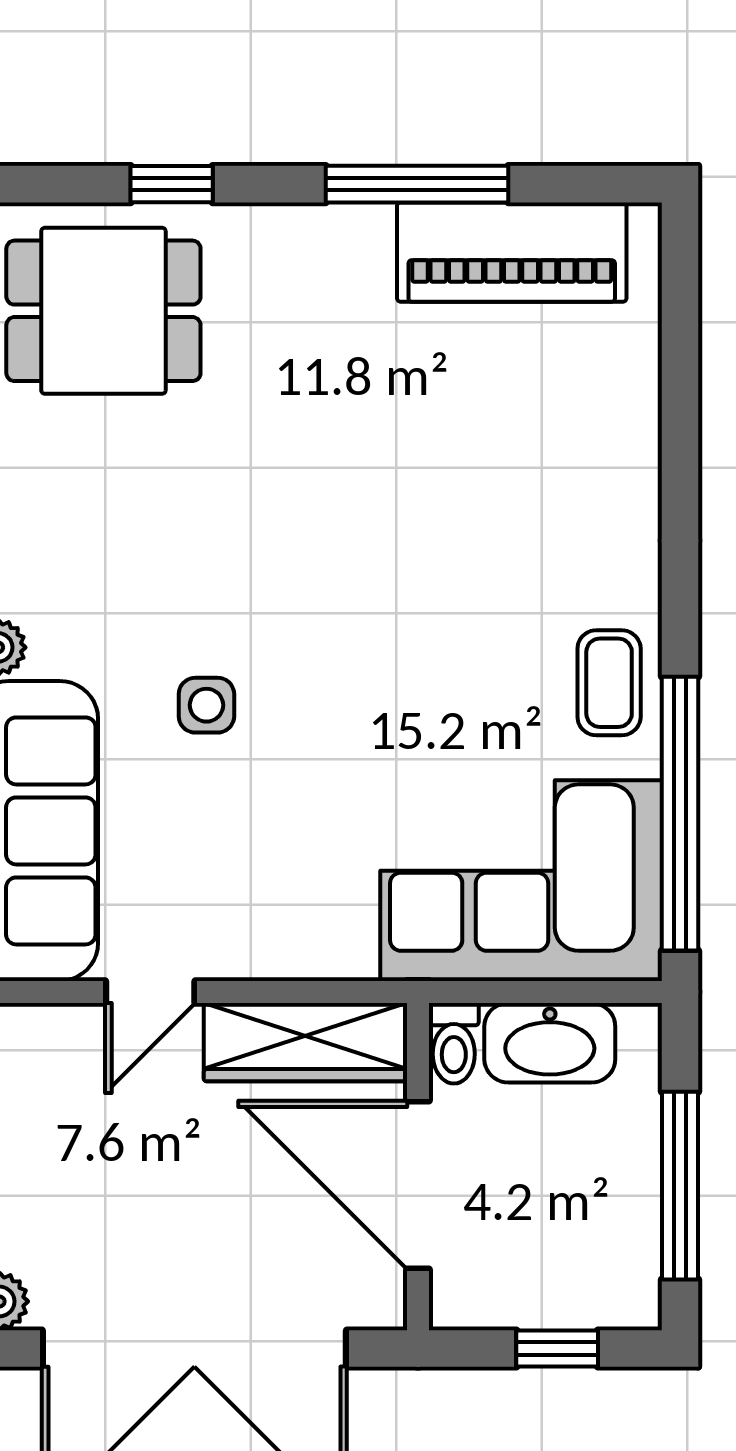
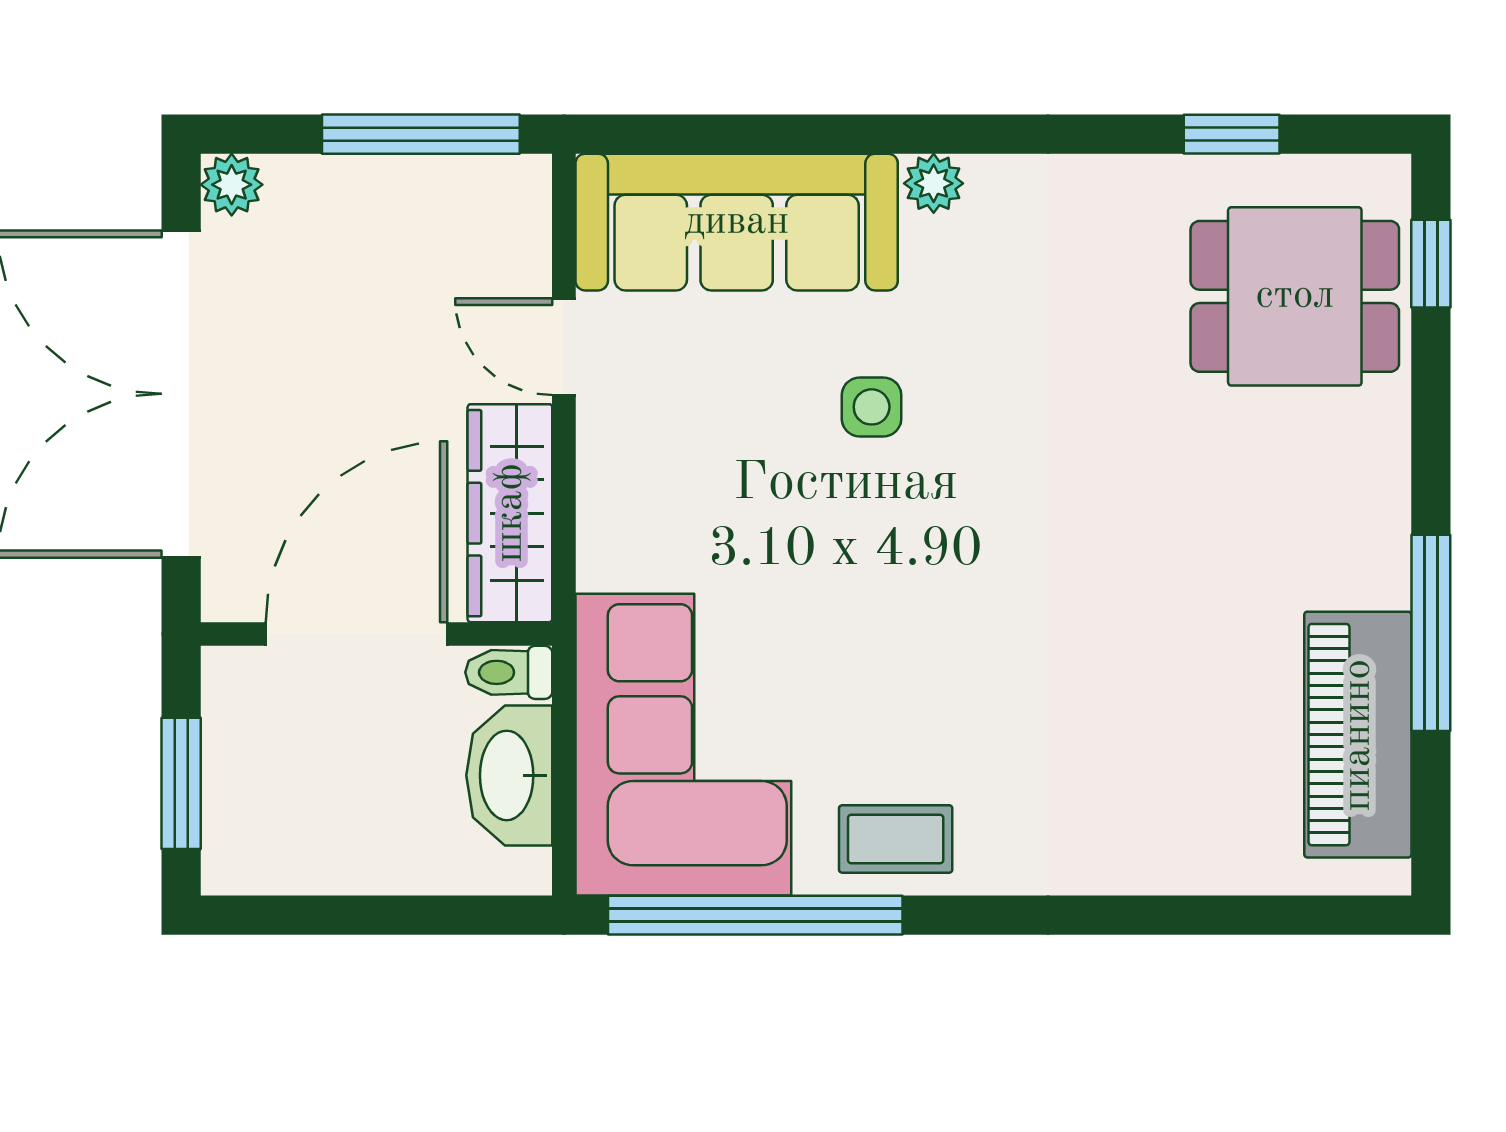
window: (172, 184) -> (1431, 264), moved
dining table: (103, 311) -> (1295, 296), turned 90
window: (680, 1186) -> (356, 915), removed
window: (557, 1349) -> (181, 783), width x1.50

